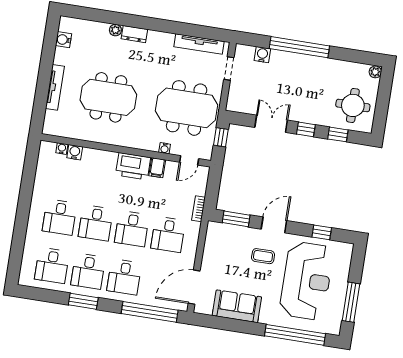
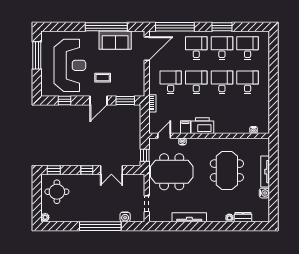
dresser: (134, 34) -> (243, 217), moved
water cooler: (63, 40) -> (264, 193), moved
tv unit: (199, 44) -> (189, 217), moved
meeting table: (108, 97) -> (227, 170), turned 90
window: (338, 134) -> (54, 170), moved
water cooler: (75, 152) -> (244, 129), removed
reception desk: (306, 281) -> (70, 65), turned 180
window: (295, 335) -> (106, 27), moved

